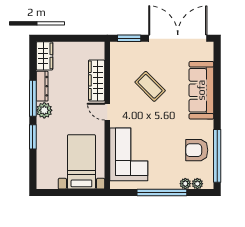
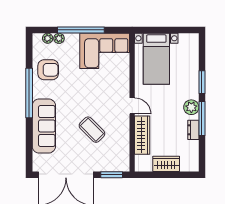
wardrobe: (44, 56) -> (166, 164), moved, turned 90
dresser: (42, 86) -> (193, 130), width x0.70
corner sofa: (129, 154) -> (105, 51), moved, turned -90
window: (217, 156) -> (29, 93), moved

